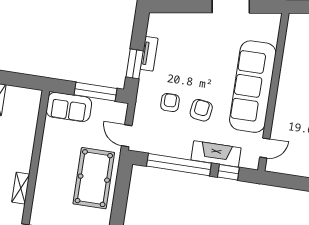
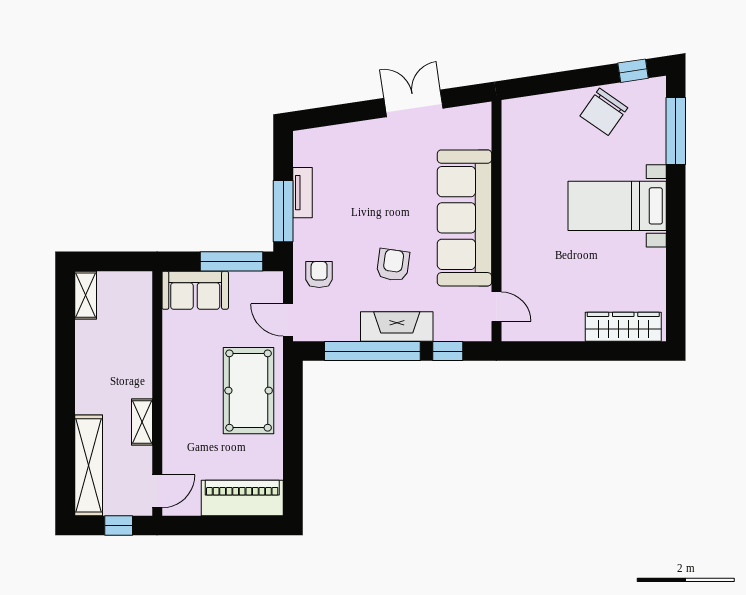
window: (135, 64) -> (283, 211), width x1.44
armchair: (170, 103) -> (319, 274), moved
door: (265, 148) -> (496, 307), hinge flipped
fireplace: (216, 154) -> (397, 327), moved

